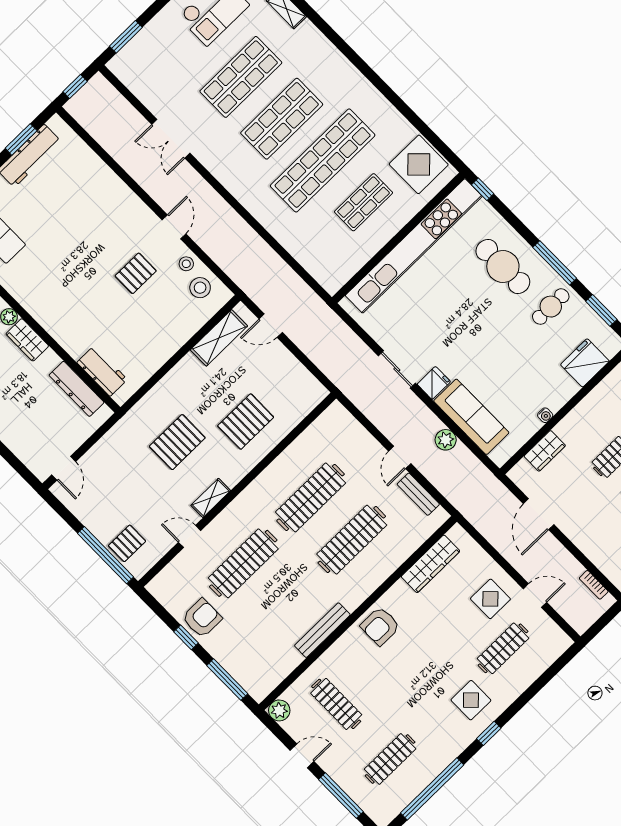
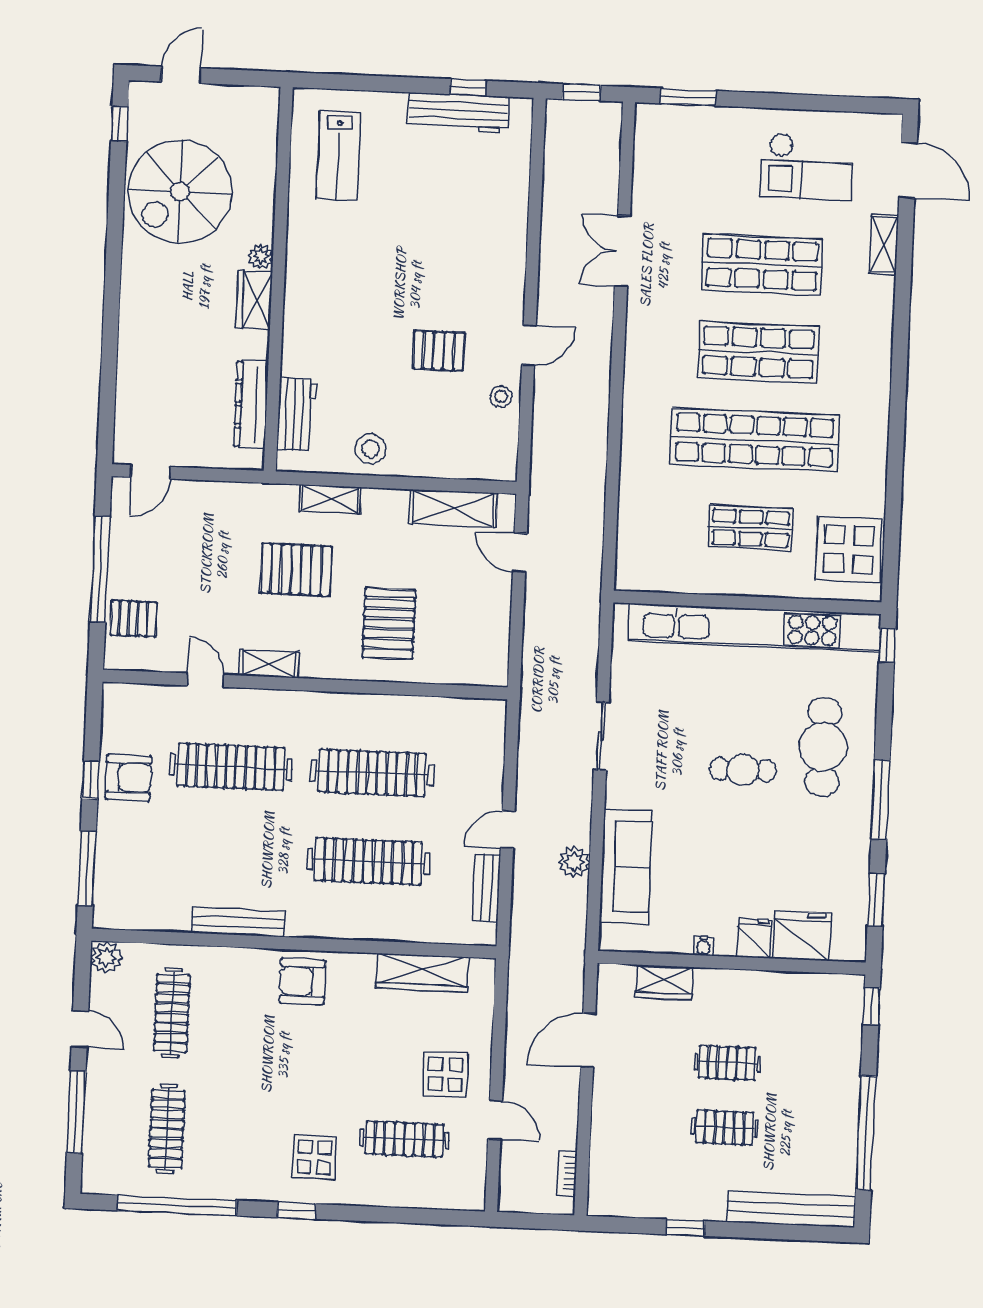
window: (21, 139) -> (468, 87), width x0.67
stool: (200, 288) -> (370, 449), moved
cafe table: (551, 307) -> (743, 770), moved
fridge: (434, 383) -> (754, 938), moved, turned -90
shelving: (159, 393) -> (330, 499), added
pallet: (246, 422) -> (389, 624), turned 90
window: (105, 555) -> (100, 569), moved
clothes rail: (390, 759) -> (167, 1129), turned 90

